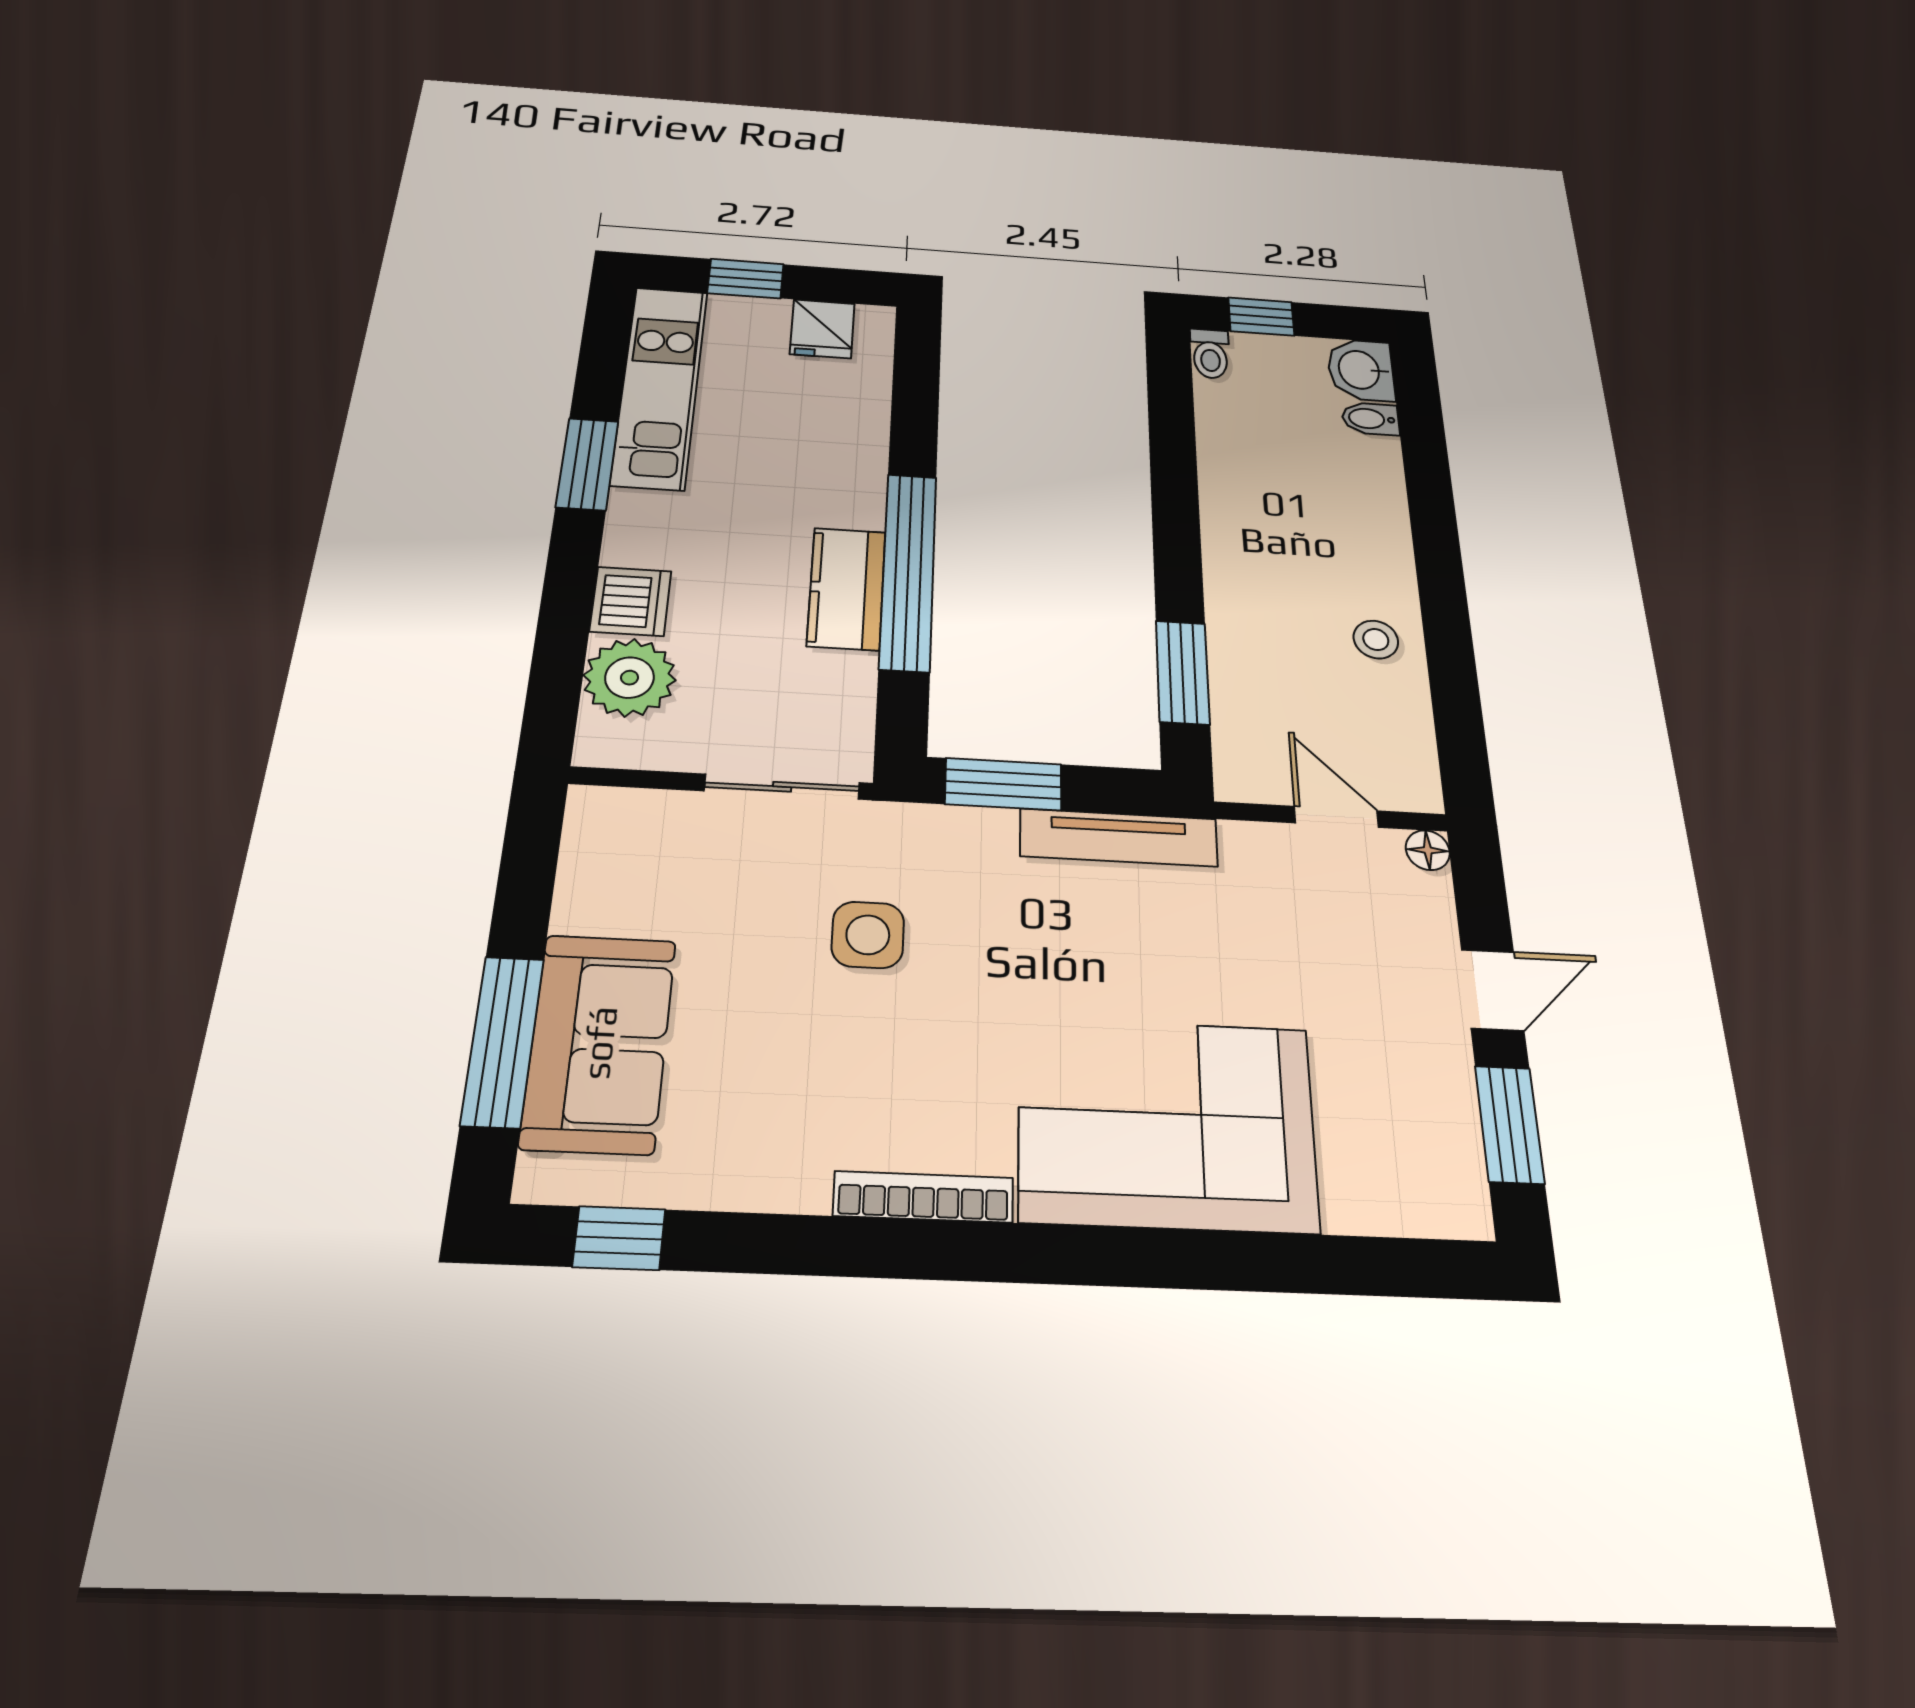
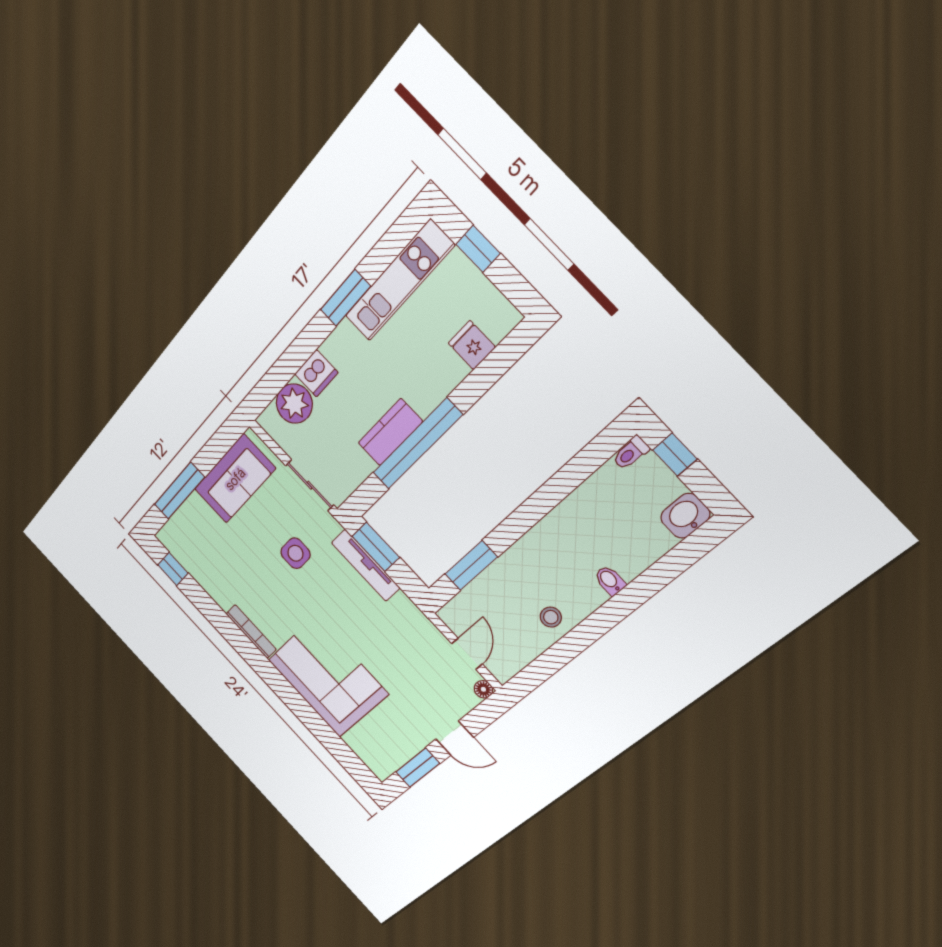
fridge: (822, 329) -> (472, 345), moved, turned 90
bidet: (1370, 419) -> (610, 580), moved
tv unit: (1119, 838) -> (366, 565), moved
sofa: (599, 1043) -> (235, 479), moved

